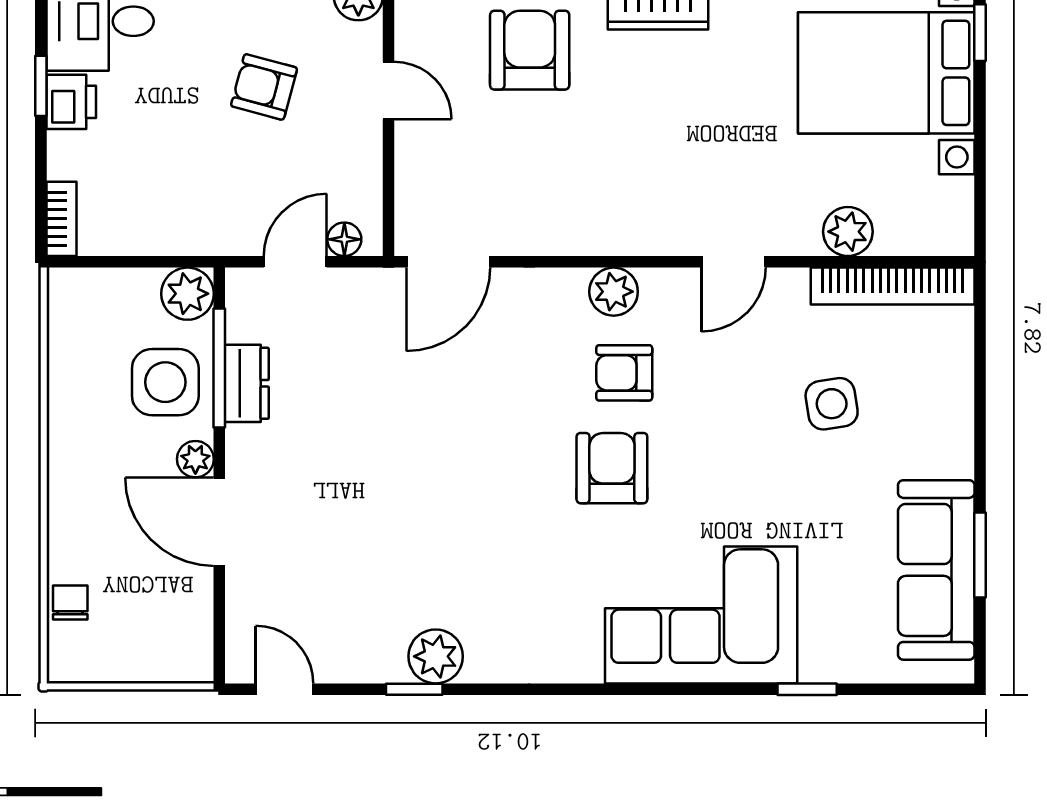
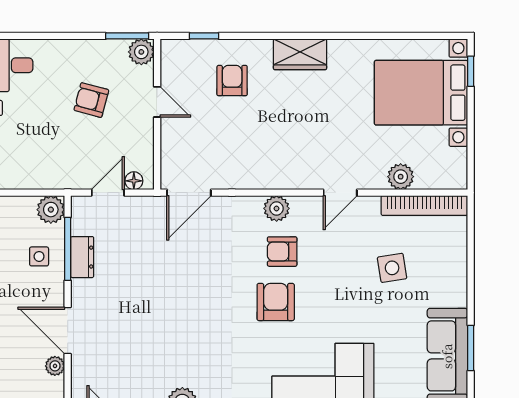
armchair: (530, 50) -> (232, 81), width x0.72, depth x0.72
side table: (165, 382) -> (39, 256), width x0.54, depth x0.54
plant: (195, 459) -> (55, 366), moved

